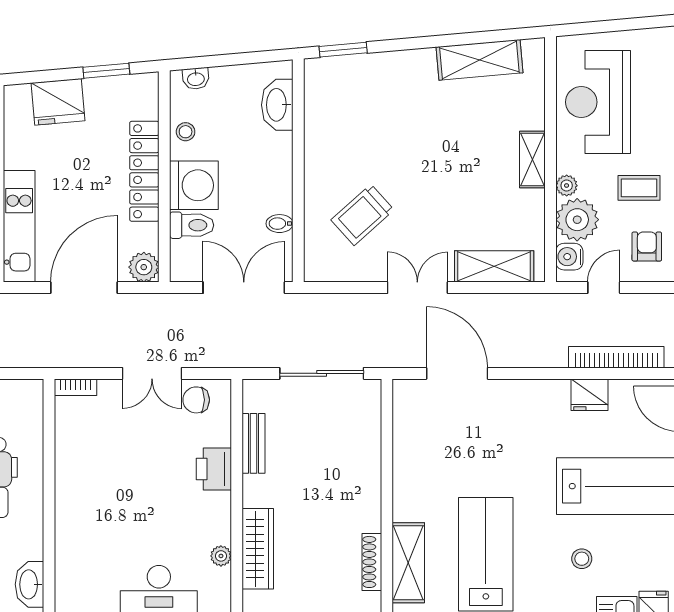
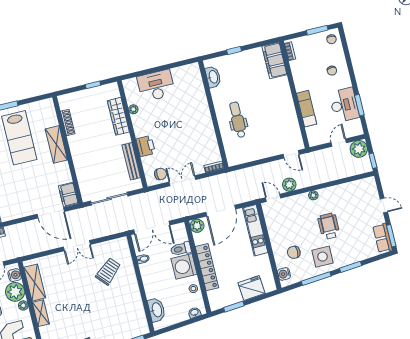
shelving: (494, 266) -> (35, 283), moved, turned 90
filing cabinet: (409, 404) -> (68, 195), added
bench: (254, 443) -> (131, 161), width x1.36
shelving: (408, 563) -> (56, 144), moved

